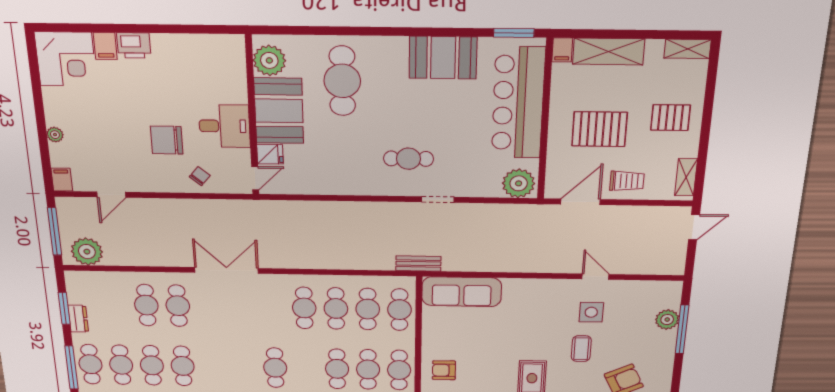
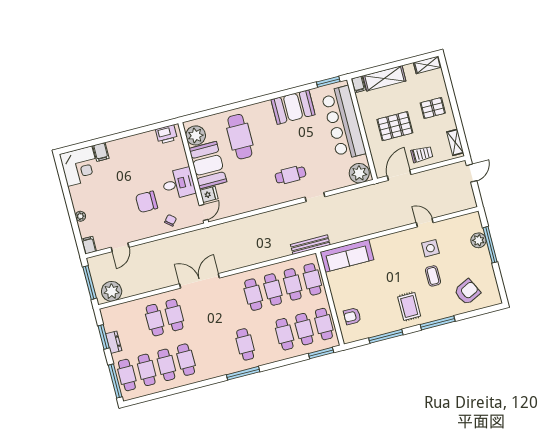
printer: (134, 45) -> (166, 134), moved
bench: (418, 264) -> (310, 245), width x1.36

